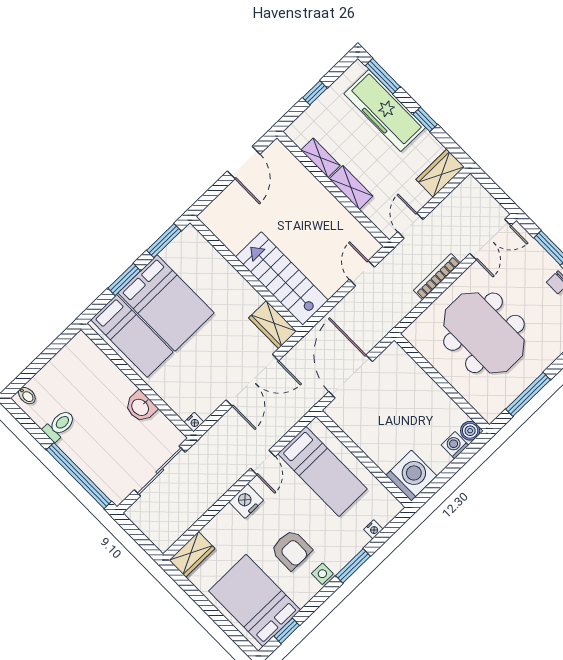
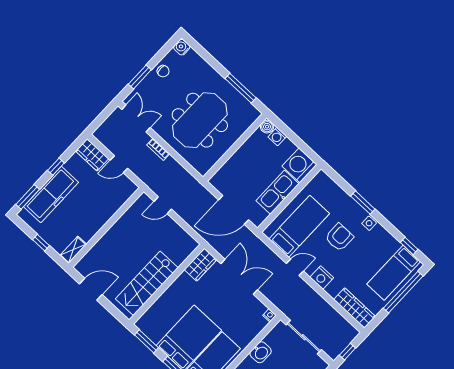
shelving: (321, 158) -> (73, 250), moved
shelving: (351, 187) -> (105, 215), removed
door: (410, 226) -> (119, 164), moved
bookcase: (437, 277) -> (158, 149), width x0.64
stairs: (282, 279) -> (147, 283), moved
kitchen sink: (374, 442) -> (277, 192), added
nightstand: (373, 529) -> (337, 190), removed
window: (136, 534) -> (347, 352), added
armchair: (291, 550) -> (339, 237), moved
wardrobe: (192, 554) -> (355, 308), width x1.50
bed: (255, 600) -> (394, 273), width x0.67
window: (220, 619) -> (403, 292), added

